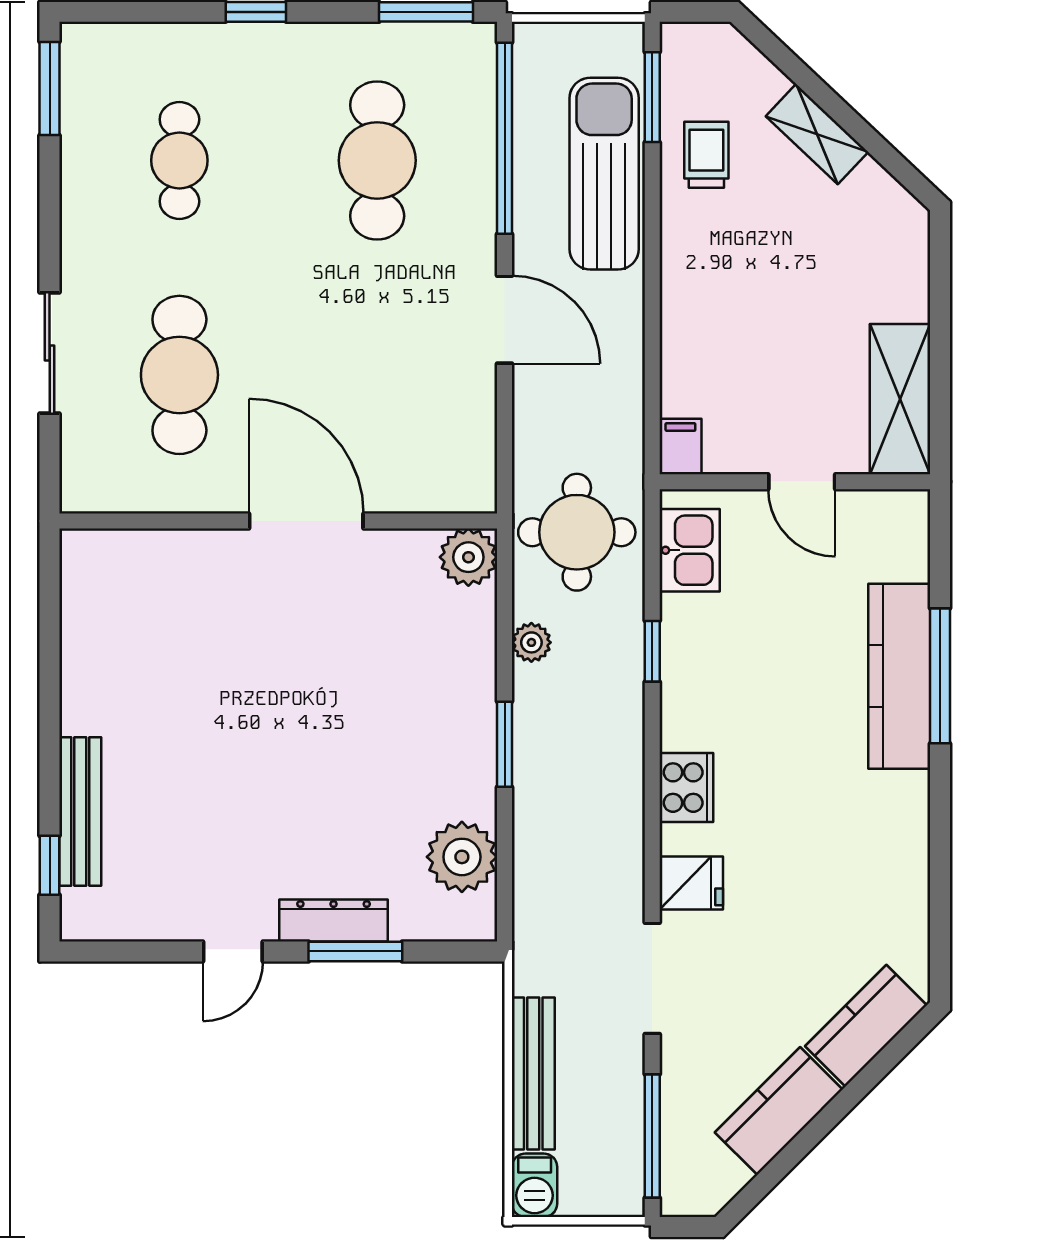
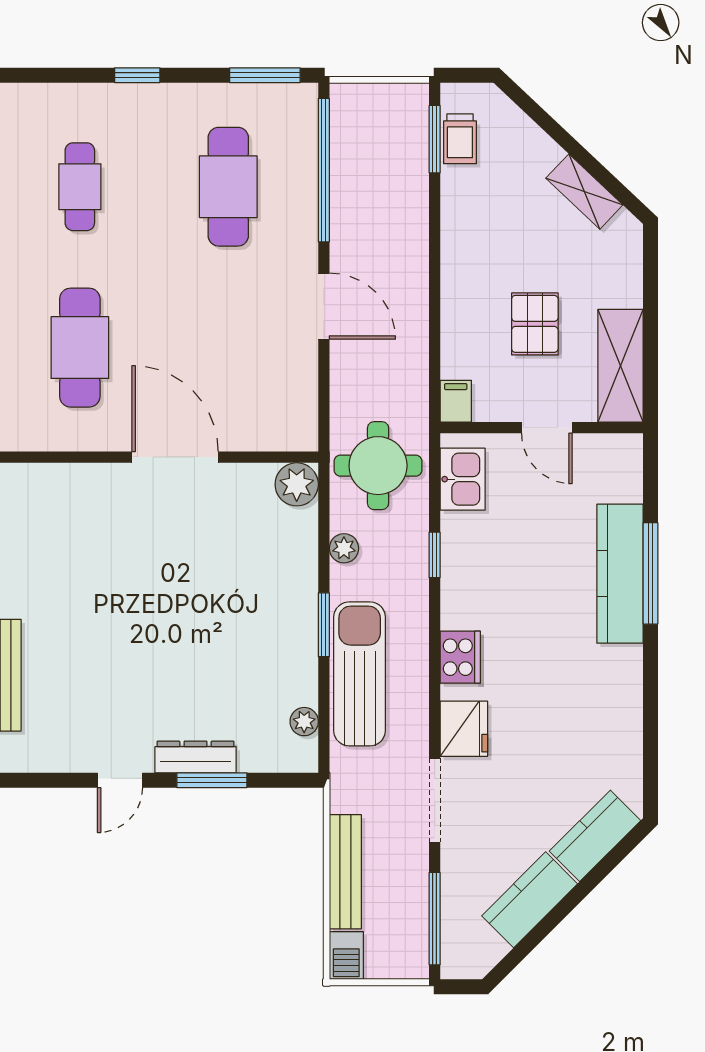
shelving: (817, 134) -> (584, 192), moved
trolley: (706, 155) -> (460, 139), moved, turned 180
sun lounger: (604, 174) -> (360, 674), moved
pallet: (786, 343) -> (535, 324), added
plant: (462, 857) -> (304, 722), width x0.53, depth x0.53
fridge: (691, 883) -> (464, 729), width x1.38

